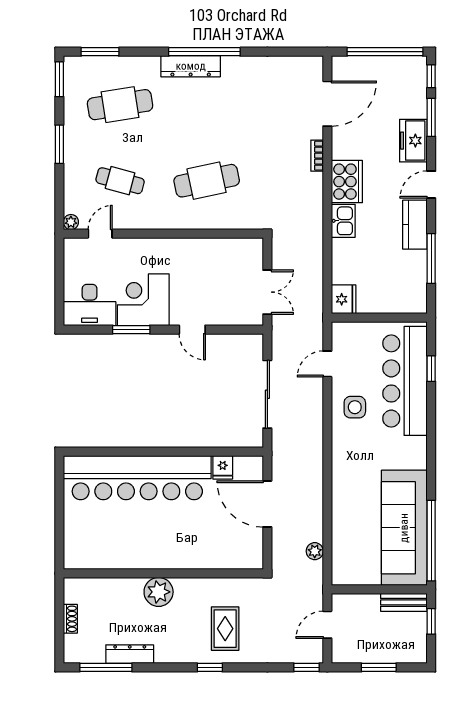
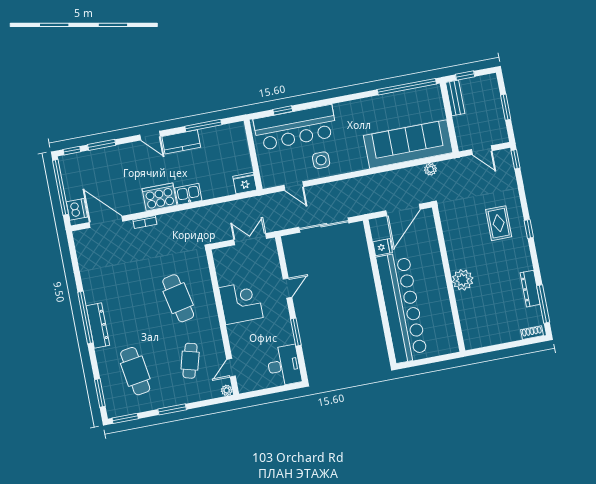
dishwasher: (351, 68) -> (77, 209), added
freezer: (413, 141) -> (121, 155), removed
door: (100, 234) -> (231, 368), hinge flipped
corner desk: (143, 300) -> (241, 303), moved, turned 180
sofa: (404, 528) -> (408, 144), moved, turned 180
wall: (163, 573) -> (449, 279), moved
plant: (159, 592) -> (463, 280), moved
shoe rack: (70, 619) -> (532, 333), moved
rug: (225, 629) -> (499, 223), turned 90

